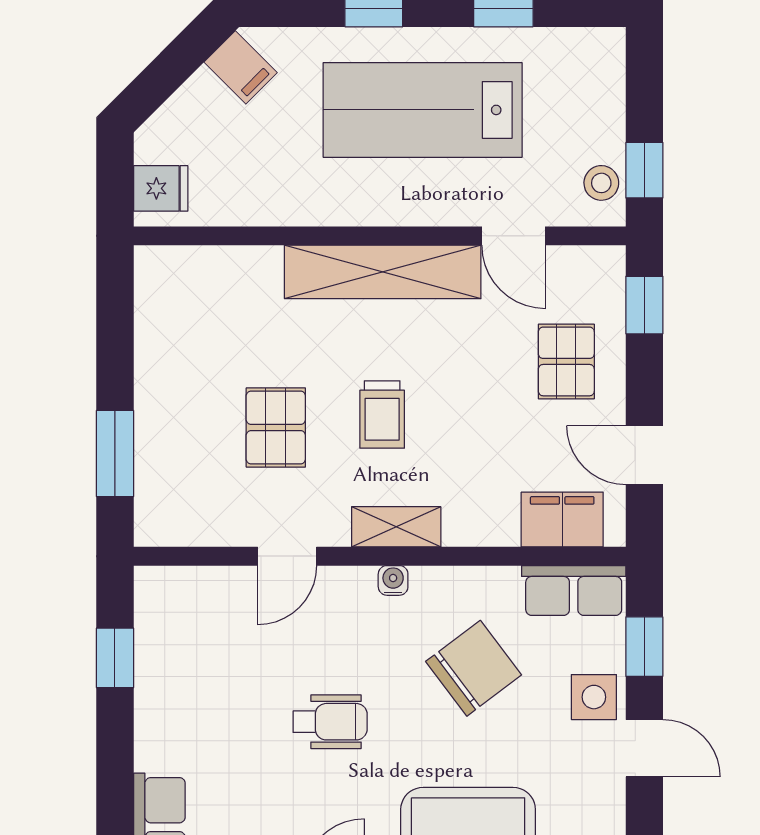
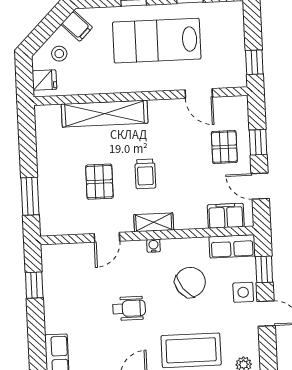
stool: (601, 183) -> (59, 54), moved
shelving: (383, 272) -> (105, 114), moved
window: (644, 305) -> (258, 142), moved

